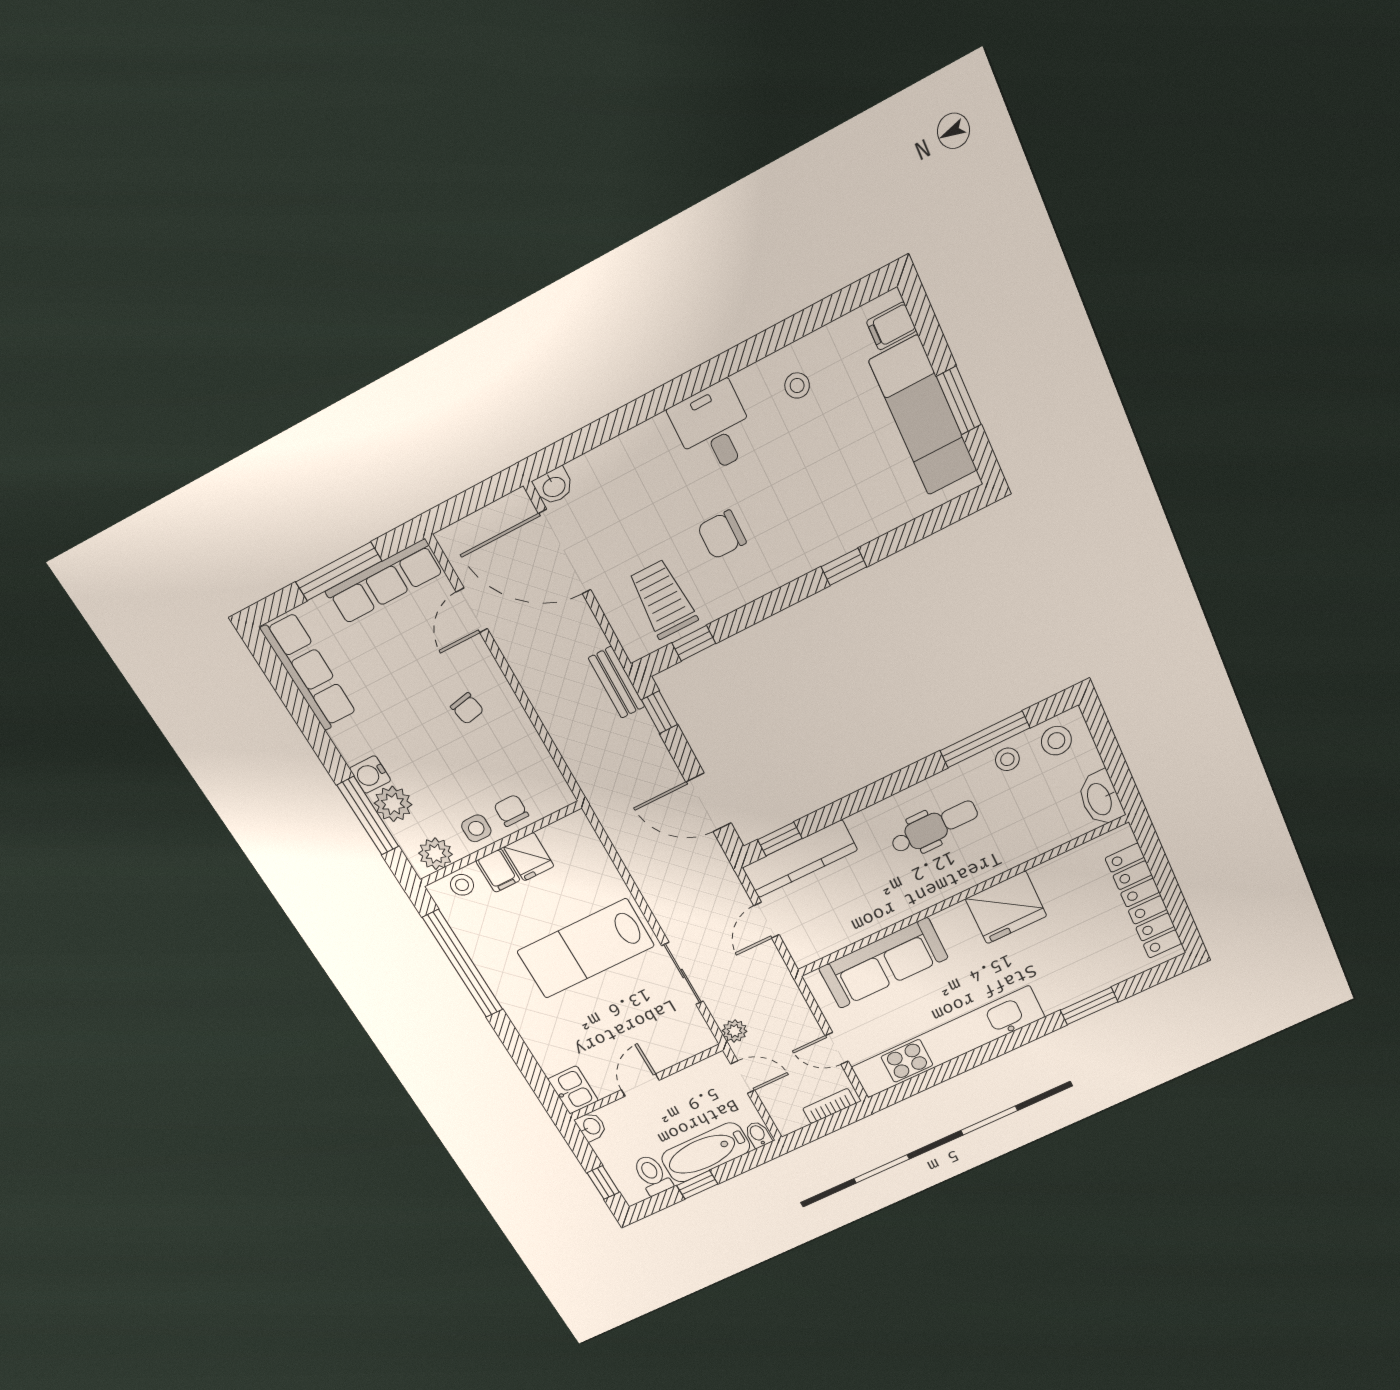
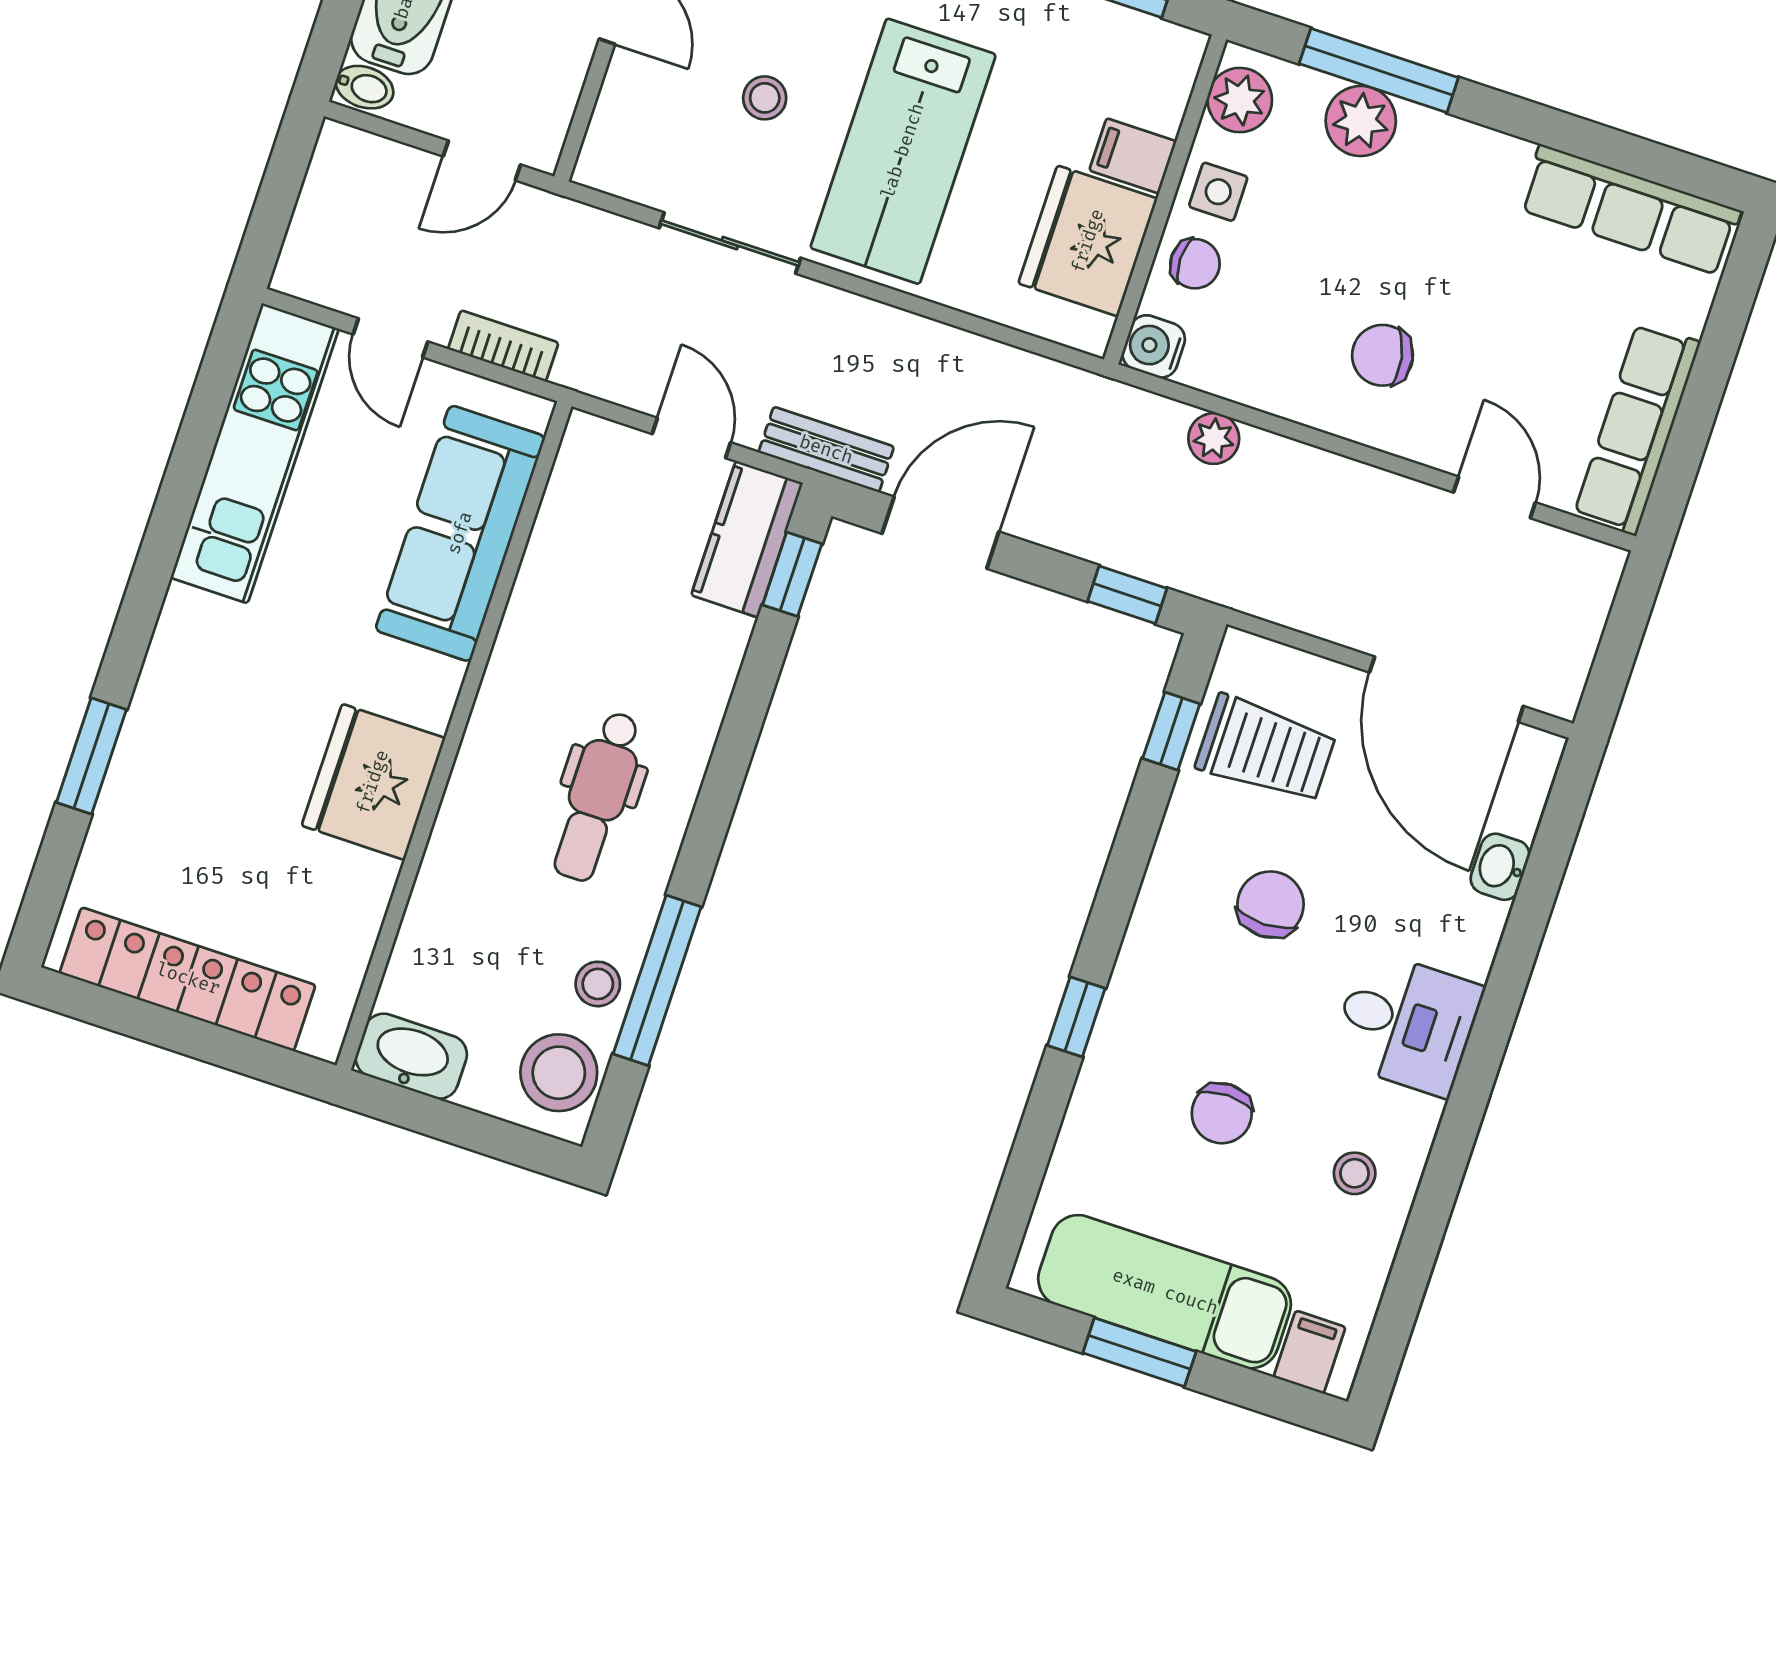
chair: (826, 468) -> (1222, 1113), added
washbasin: (554, 486) -> (1500, 867), moved
door: (565, 552) -> (1446, 689), swing flipped
window: (339, 571) -> (1705, 387), removed
bench: (617, 682) -> (826, 450), moved
chair: (467, 709) -> (1383, 355), width x1.37, depth x1.37
stool: (1056, 741) -> (559, 1073), width x1.38, depth x1.38
water cooler: (370, 774) -> (1154, 346), moved, turned -90
fridge: (529, 857) -> (1088, 241), width x1.88, depth x1.34
kitchen counter: (800, 859) -> (747, 539), width x0.67
stool: (462, 885) -> (765, 98), moved
lab bench: (586, 949) -> (903, 151), turned 180
plant: (734, 1031) -> (1214, 439), moved
kitchen unit: (948, 1042) -> (255, 453), width x0.73
door: (837, 1048) -> (390, 338), swing flipped
bookcase: (829, 1106) -> (503, 346), moved, turned -90

